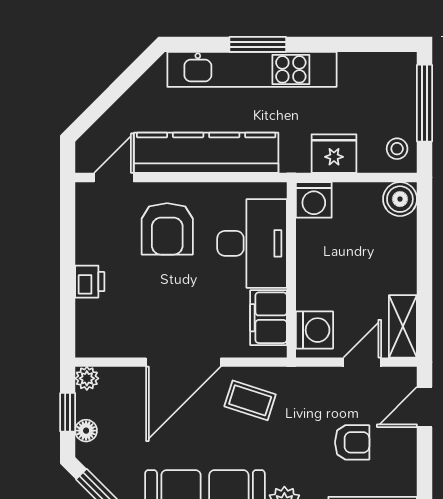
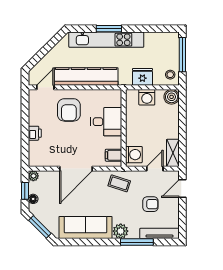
washing machine: (314, 200) -> (147, 97), moved
desk: (252, 243) -> (106, 122), width x0.73
filing cabinet: (269, 318) -> (114, 155), width x0.50
coffee table: (250, 400) -> (119, 183), moved

